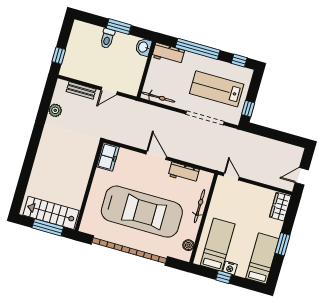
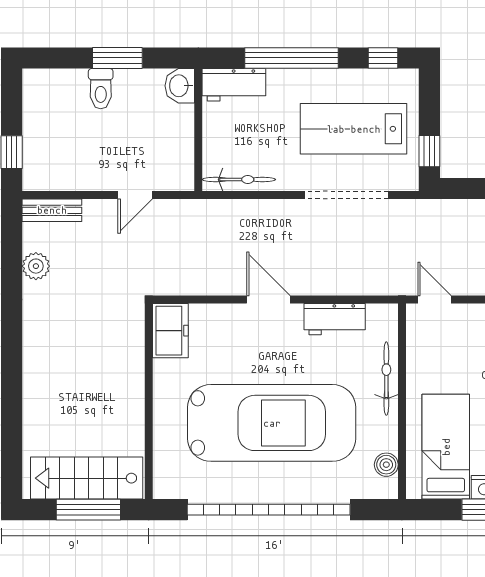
bench: (81, 90) -> (52, 210), moved

